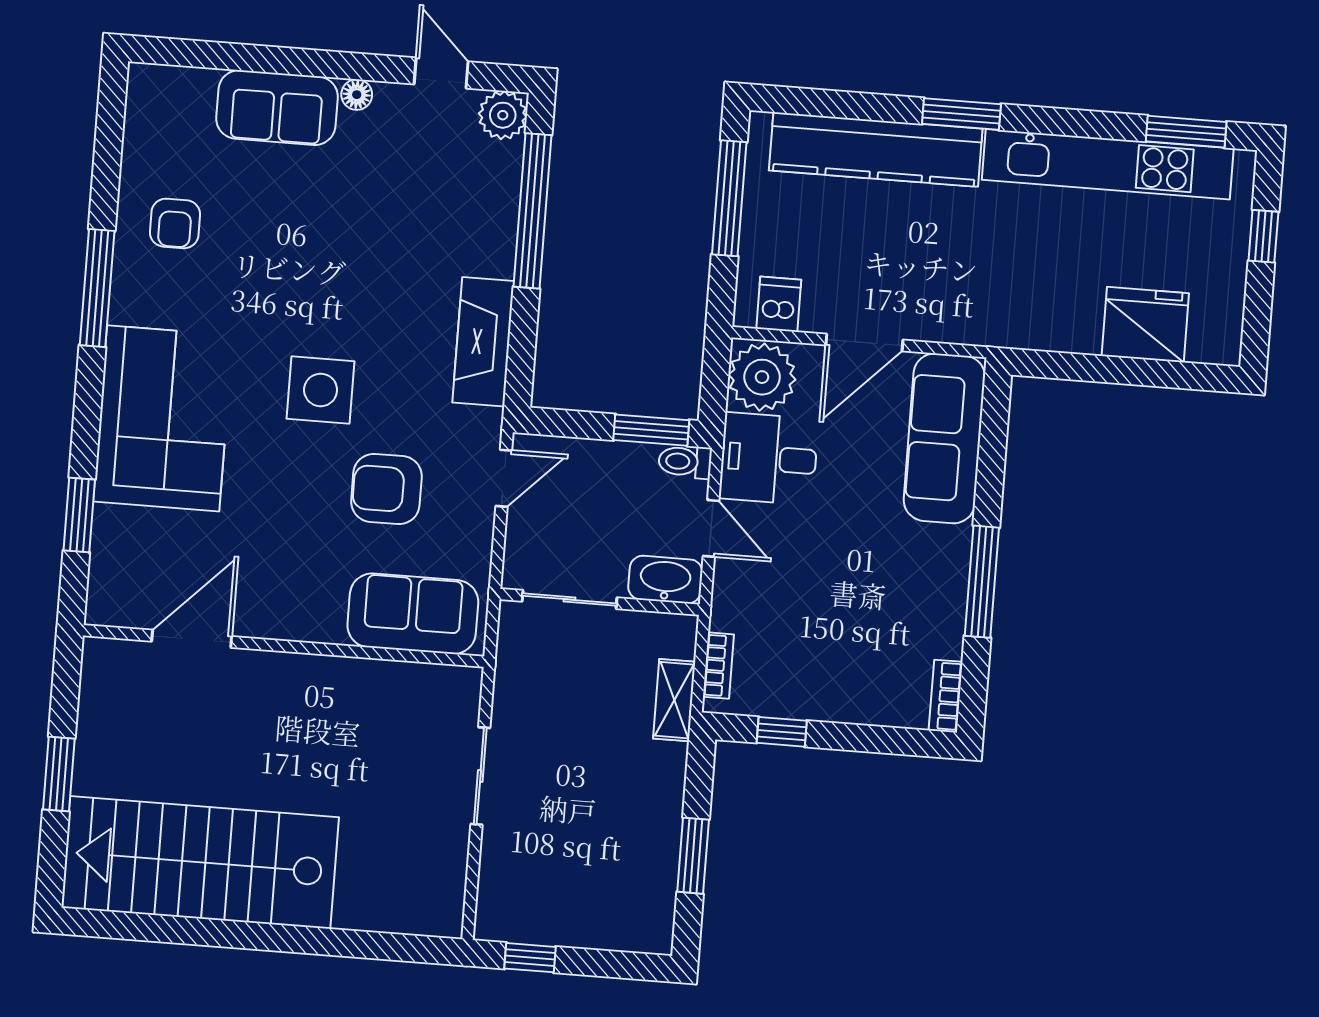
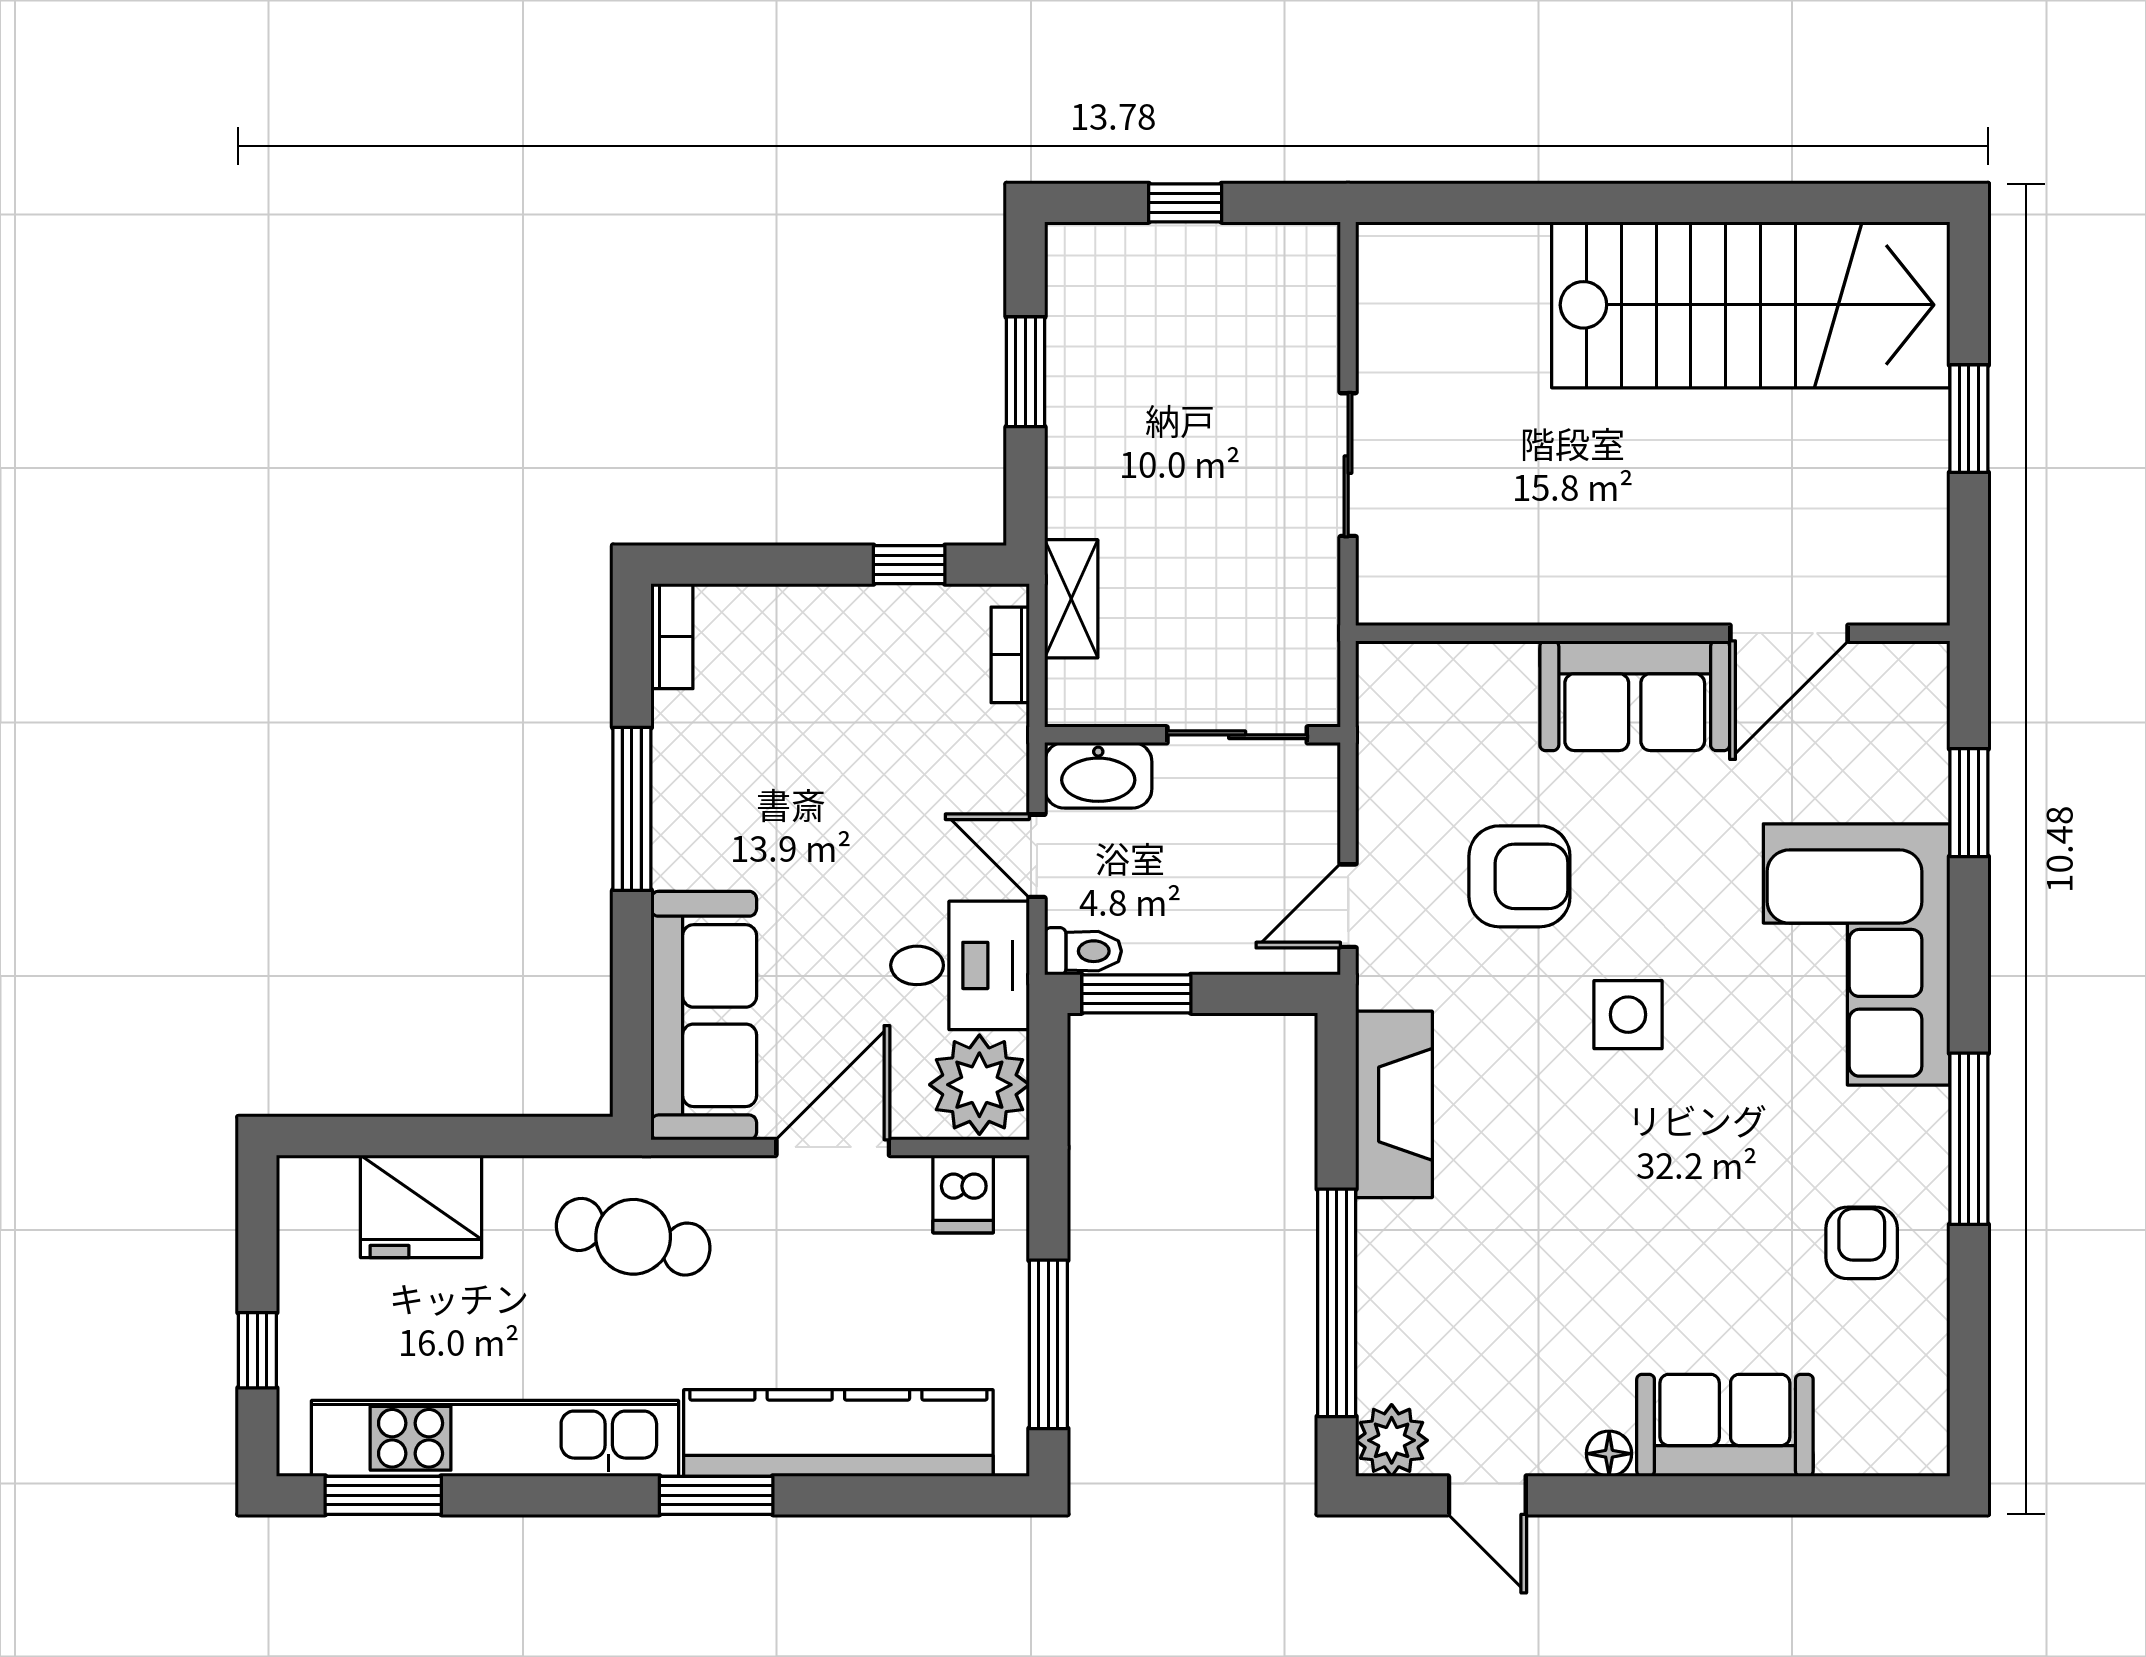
cafe table: (1004, 293) -> (633, 1237), added
side table: (321, 390) -> (1628, 1015), width x0.73, depth x0.73
sofa: (413, 614) -> (1635, 696), moved
window: (530, 958) -> (1185, 203), moved

